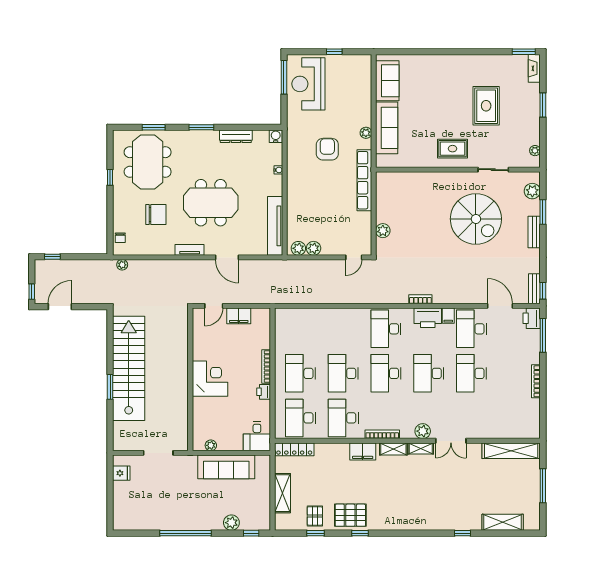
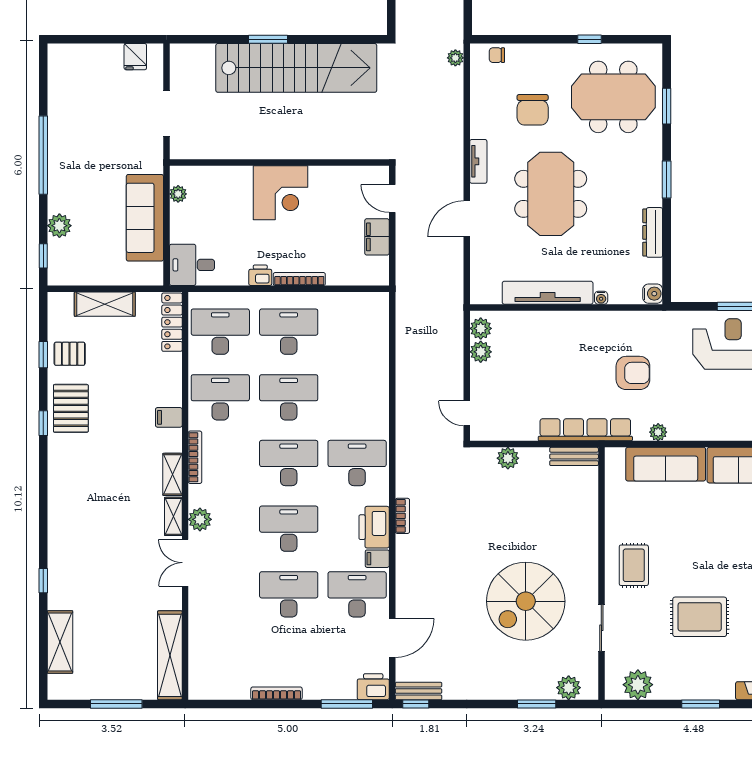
plant: (535, 151) -> (638, 685), width x1.88, depth x1.88
tv unit: (275, 226) -> (548, 293), moved
bench: (534, 232) -> (574, 456), moved
filing cabinet: (363, 451) -> (169, 417), width x0.50

